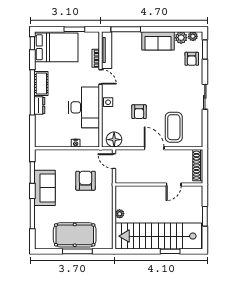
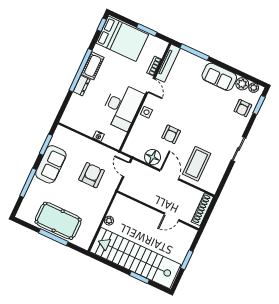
floor lamp: (114, 140) -> (153, 157), moved

